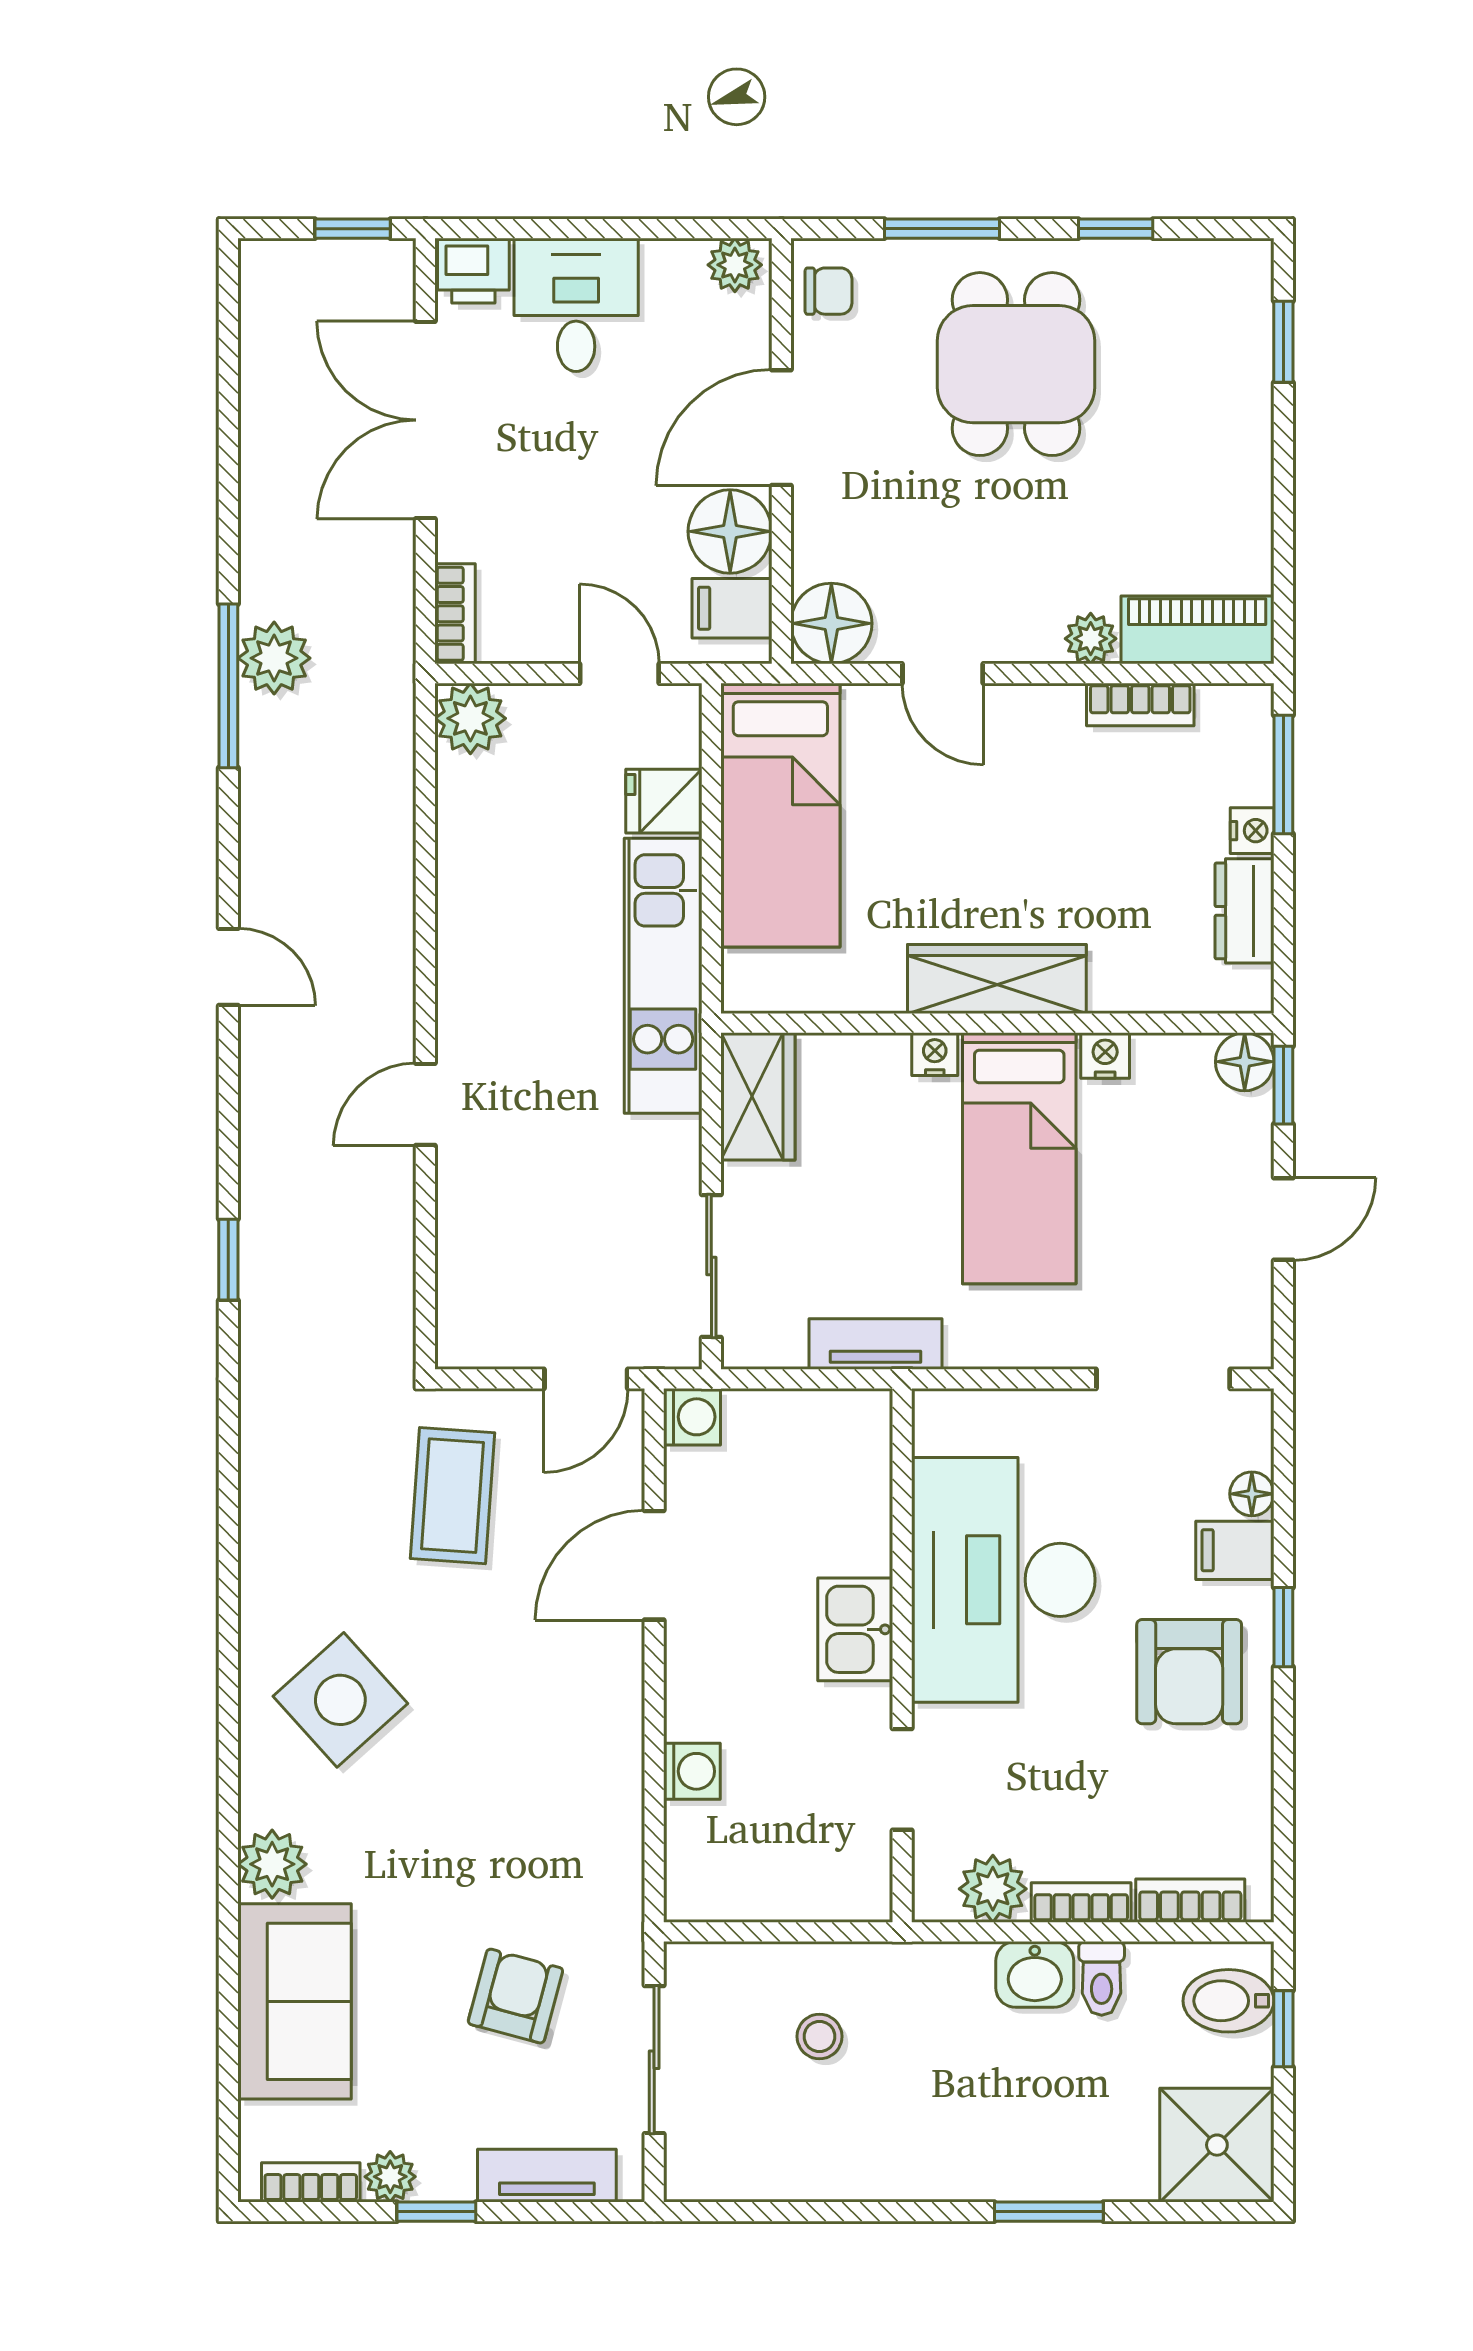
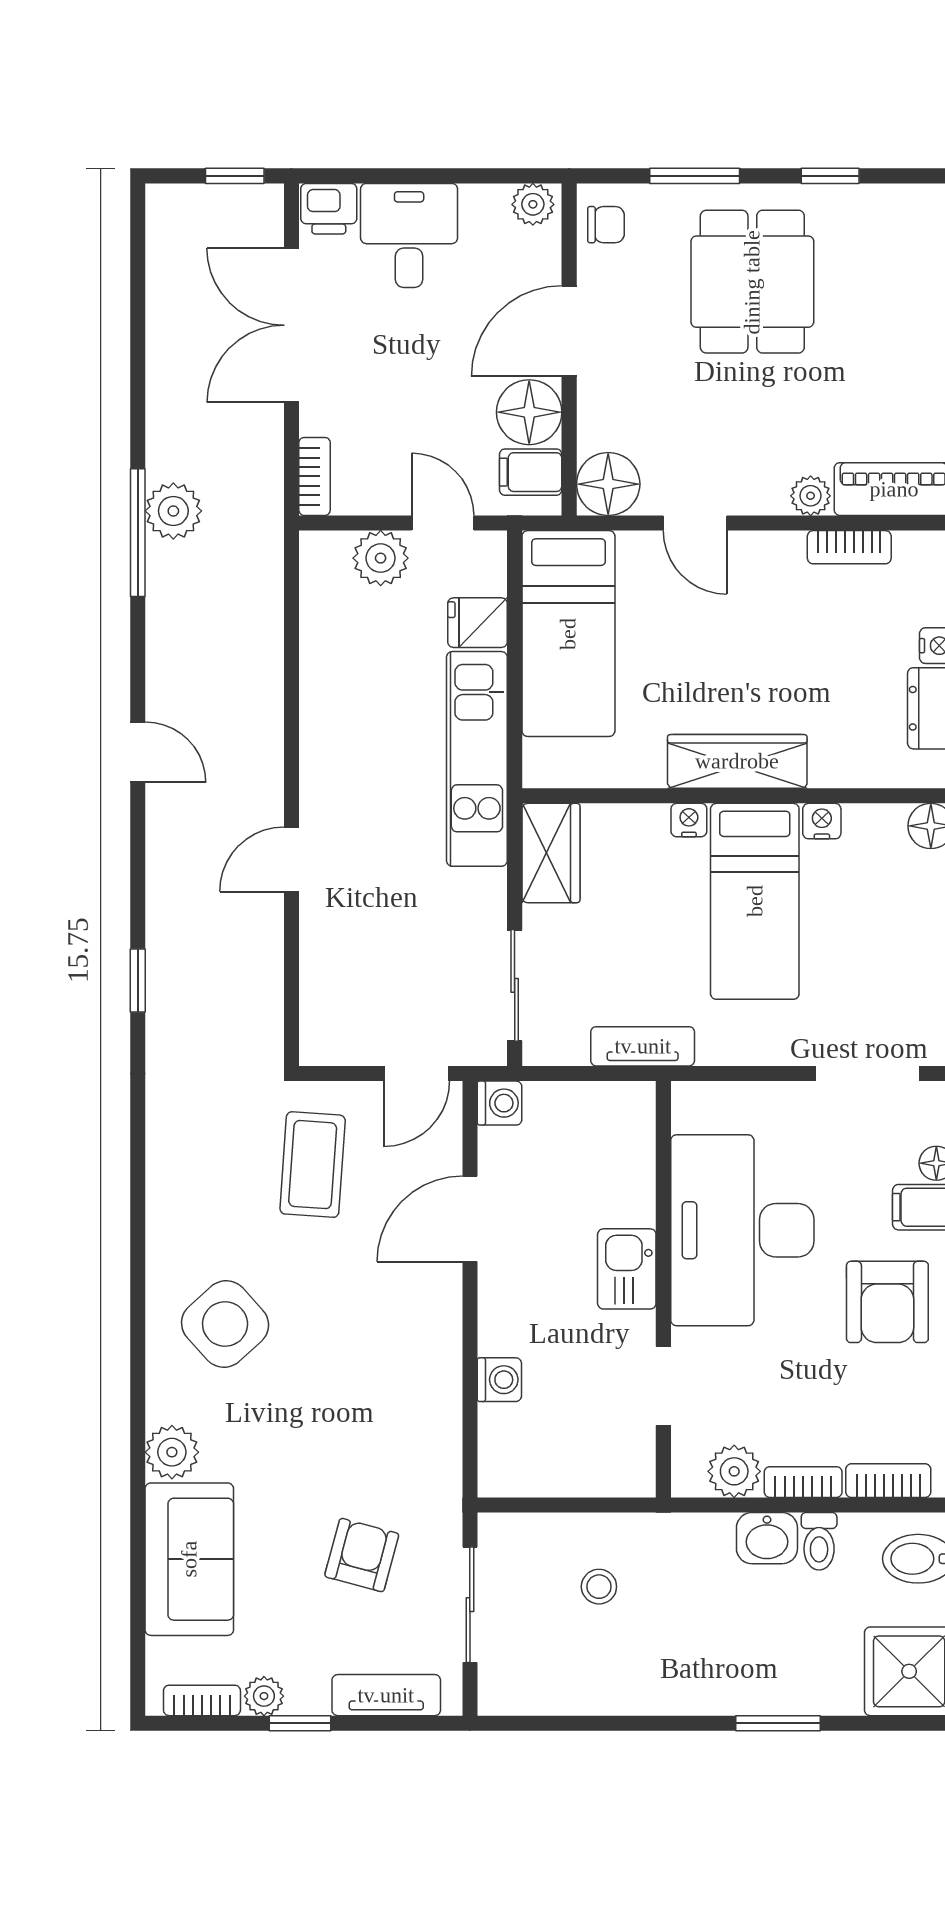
plant: (470, 718) -> (381, 558), moved

